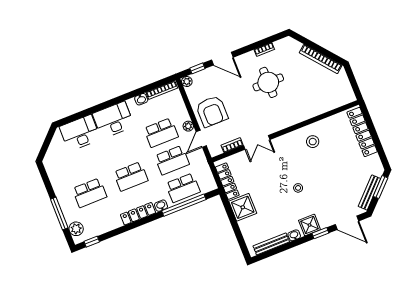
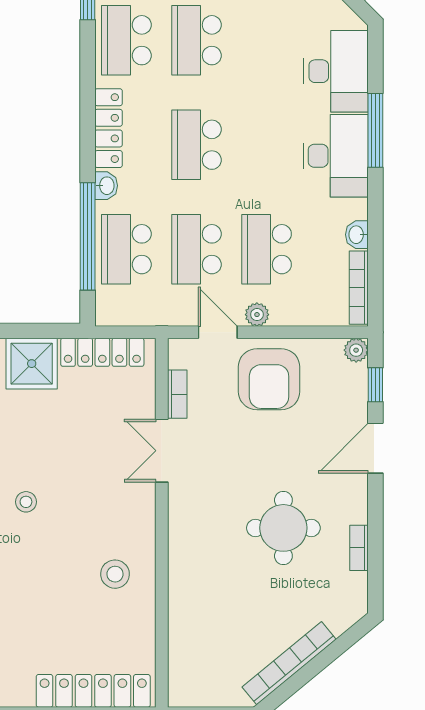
window: (97, 108) -> (375, 130), added
armchair: (212, 111) -> (269, 379), turned -90
school desk: (100, 220) -> (126, 40), added

